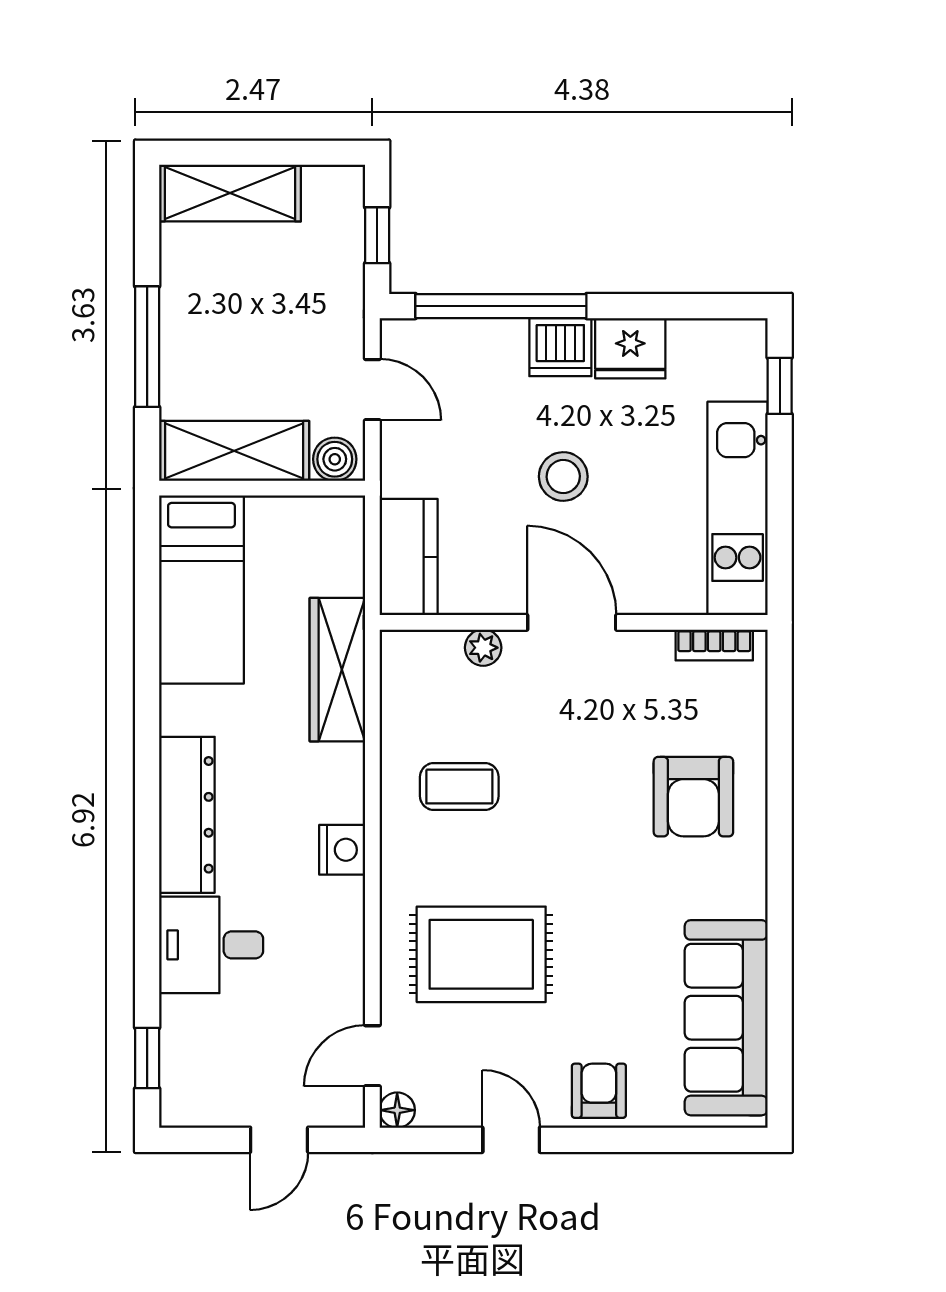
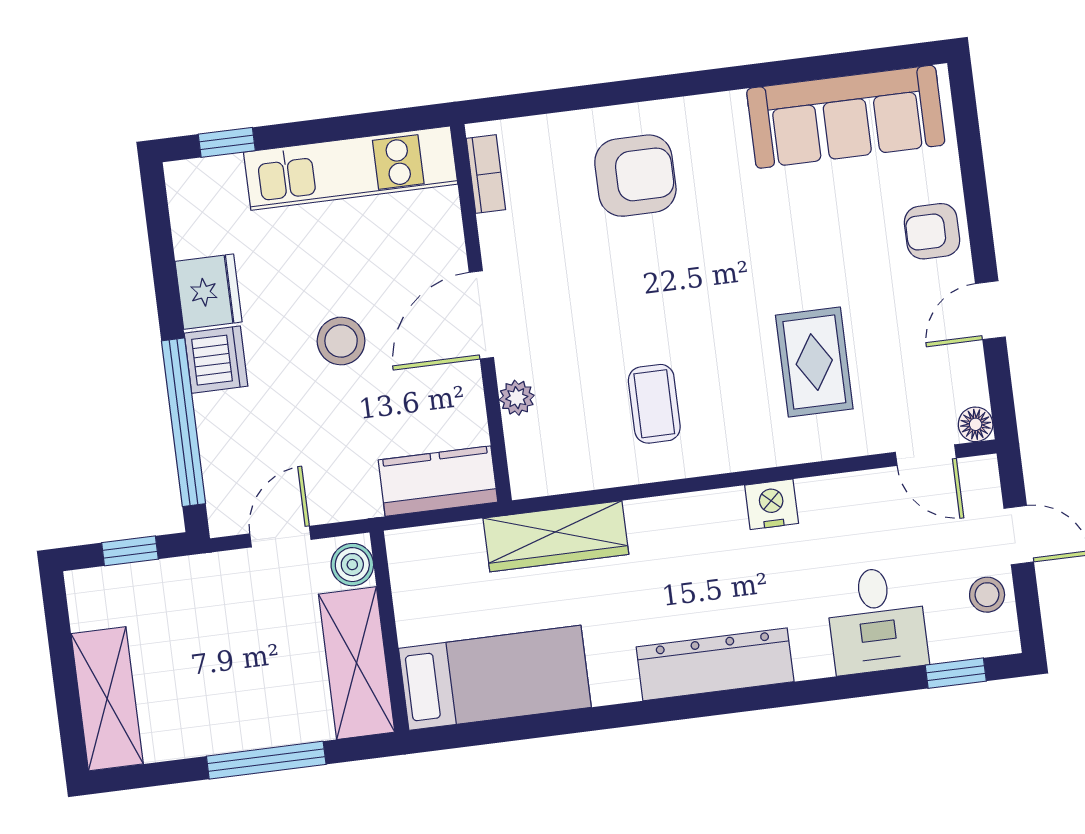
nightstand: (342, 850) -> (772, 504), moved
desk: (211, 945) -> (877, 620), moved
rug: (481, 954) -> (814, 362), width x0.73, depth x0.70
stool: (223, 1100) -> (987, 595), added

